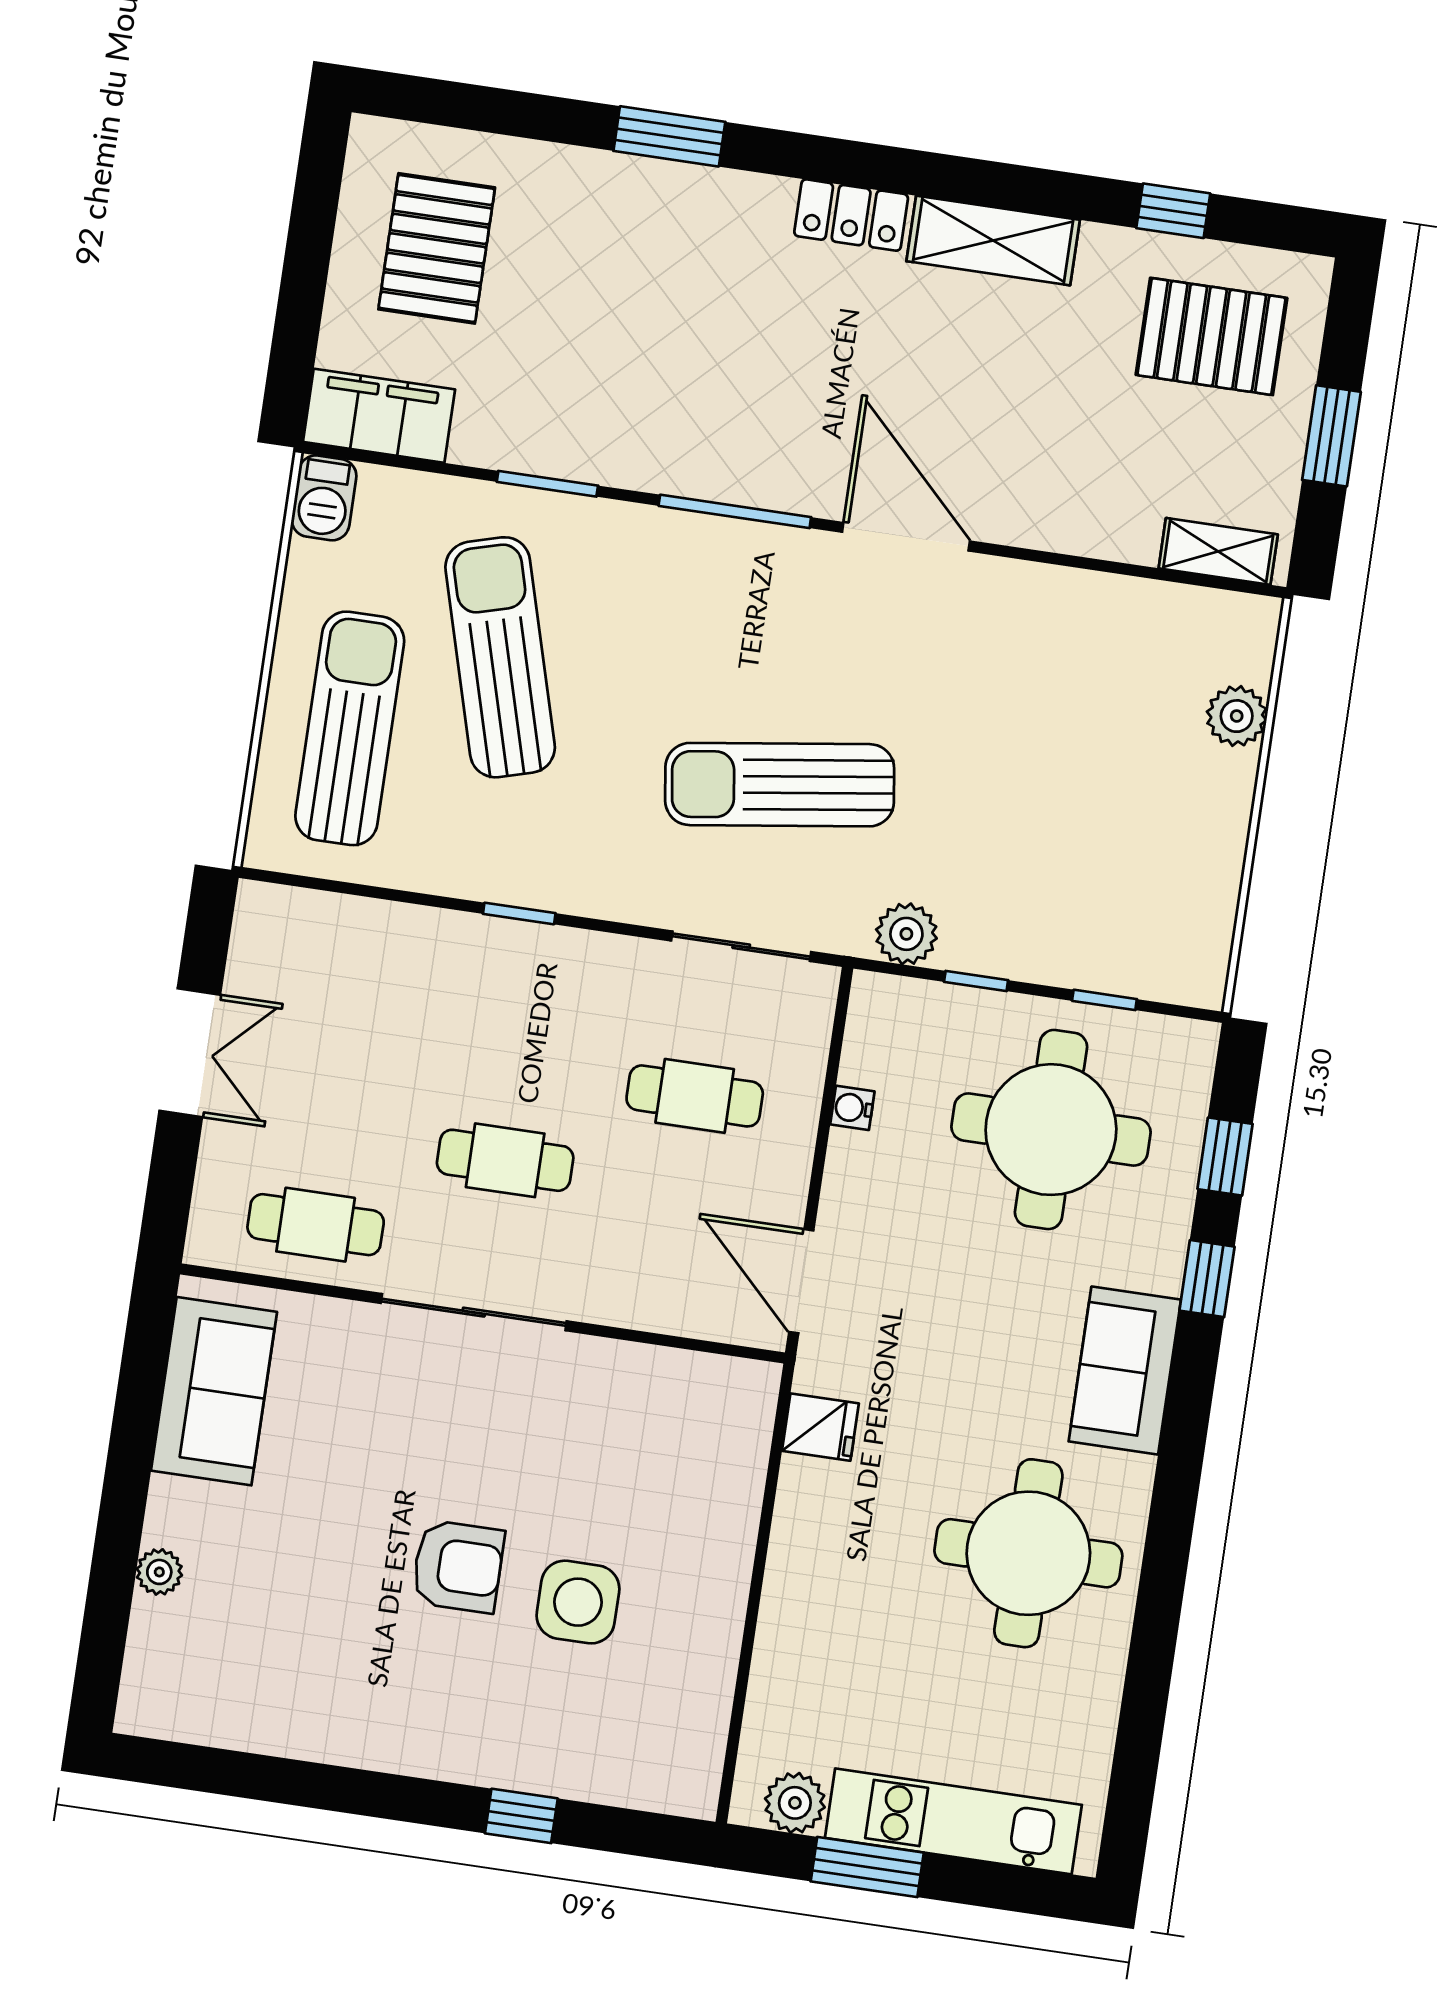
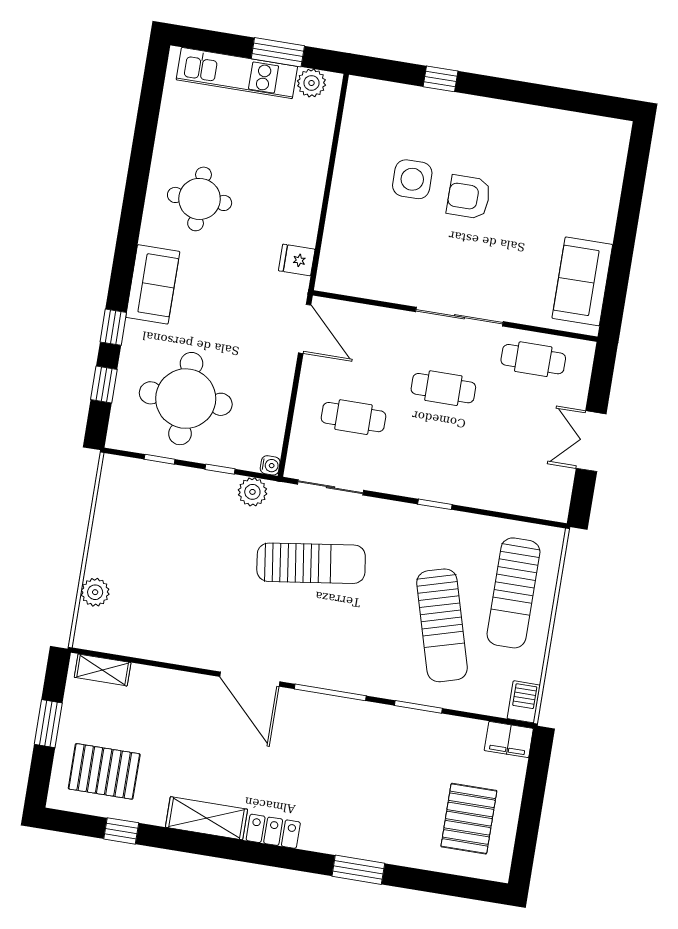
filing cabinet: (379, 416) -> (509, 740), width x0.67, depth x0.86
water cooler: (852, 1108) -> (270, 465), moved
round table: (1028, 1553) -> (200, 199), width x0.73, depth x0.73
plant: (159, 1572) -> (609, 197), removed

